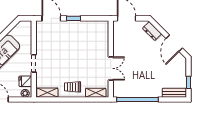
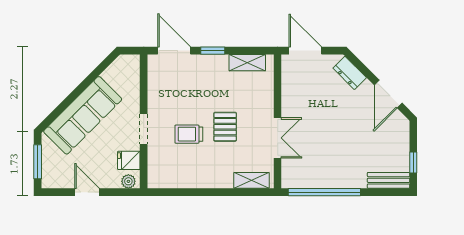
pallet: (81, 62) -> (225, 127), added
trolley: (72, 87) -> (189, 134), moved
shelving: (47, 93) -> (247, 63), moved

